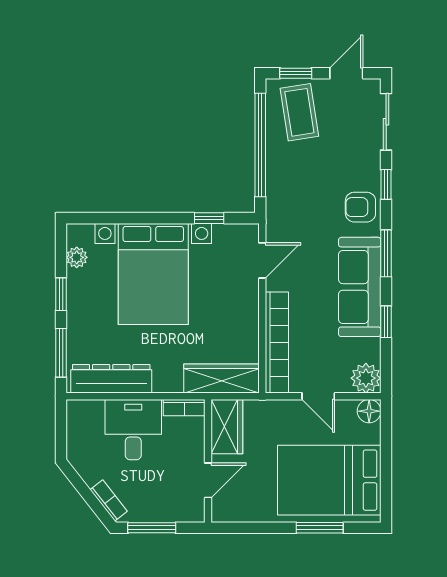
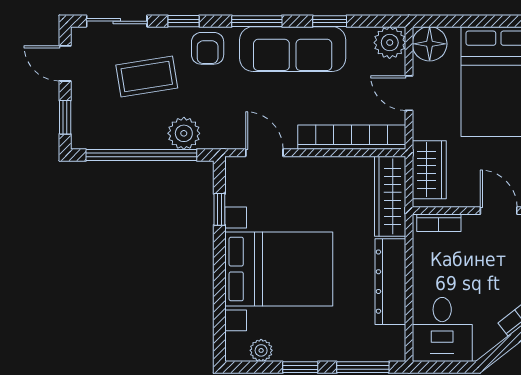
coffee table: (299, 112) -> (147, 77), moved
plant: (281, 185) -> (184, 133), added
dresser: (111, 379) -> (390, 282), moved
door: (318, 396) -> (409, 93), swing flipped
bookcase: (184, 408) -> (439, 223), moved, turned 90
floor lamp: (369, 411) -> (430, 44), width x1.38, depth x1.38
wardrobe: (227, 427) -> (429, 170), moved, turned 90
desk: (133, 430) -> (442, 330), moved, turned -90

